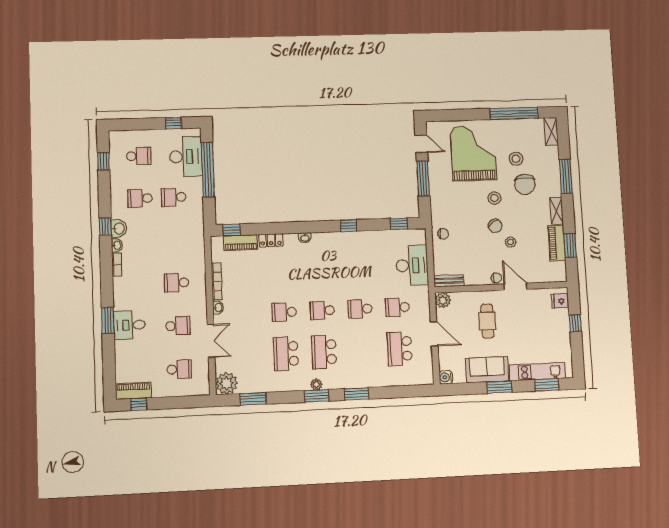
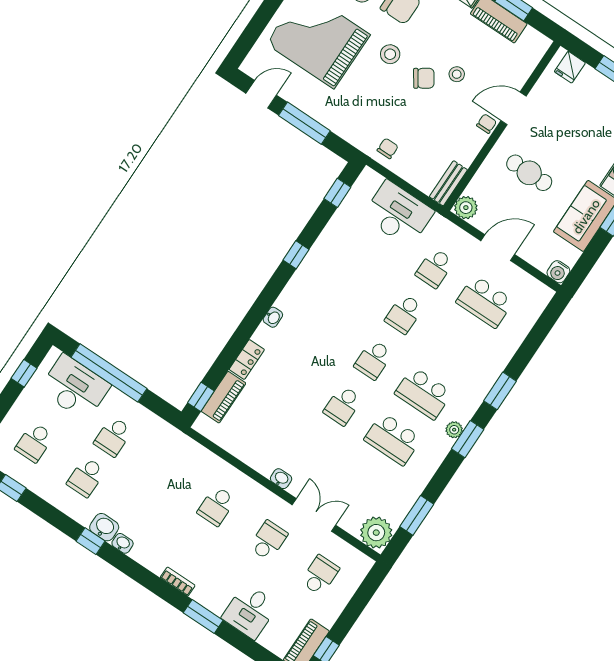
school desk: (139, 156) -> (34, 442), turned 180
bookcase: (117, 265) -> (178, 581), moved
bookcase: (217, 281) -> (249, 458), removed
desk: (129, 325) -> (250, 611), moved

